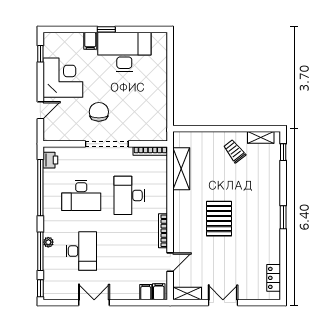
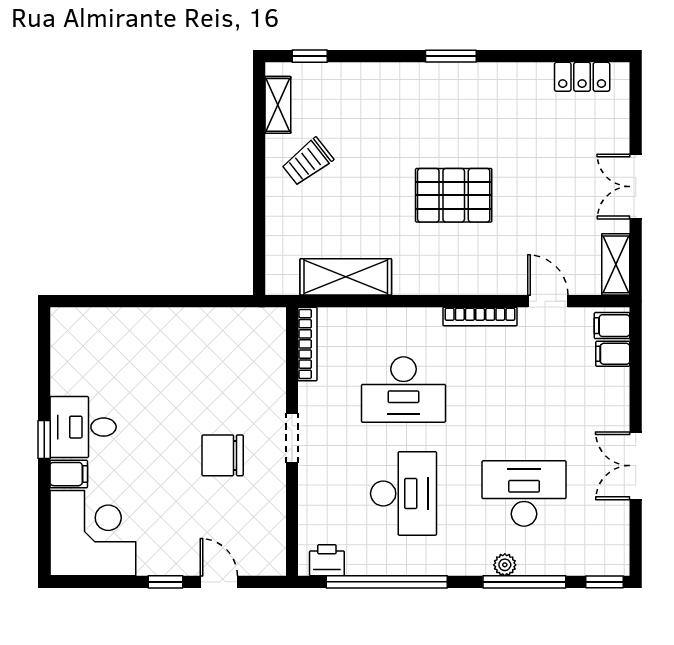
desk: (124, 52) -> (83, 427), width x0.53, depth x0.77
window: (40, 54) -> (165, 582), moved
corner desk: (63, 78) -> (93, 533), moved, turned 90
doorway: (107, 144) -> (292, 438), width x0.53

